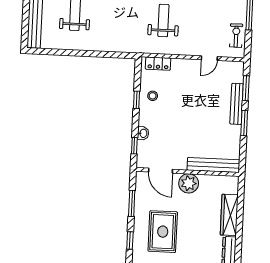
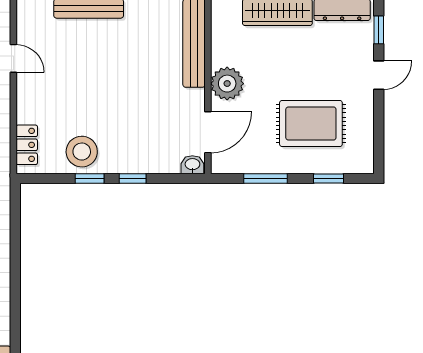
stool: (153, 96) -> (82, 152), width x1.89, depth x1.89
washbasin: (143, 133) -> (192, 165), moved
window: (134, 146) -> (133, 178), moved

